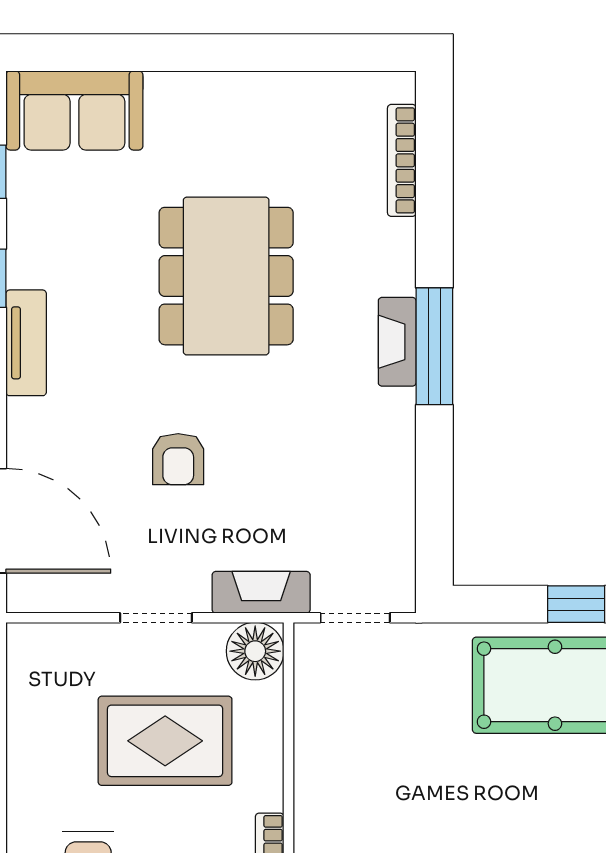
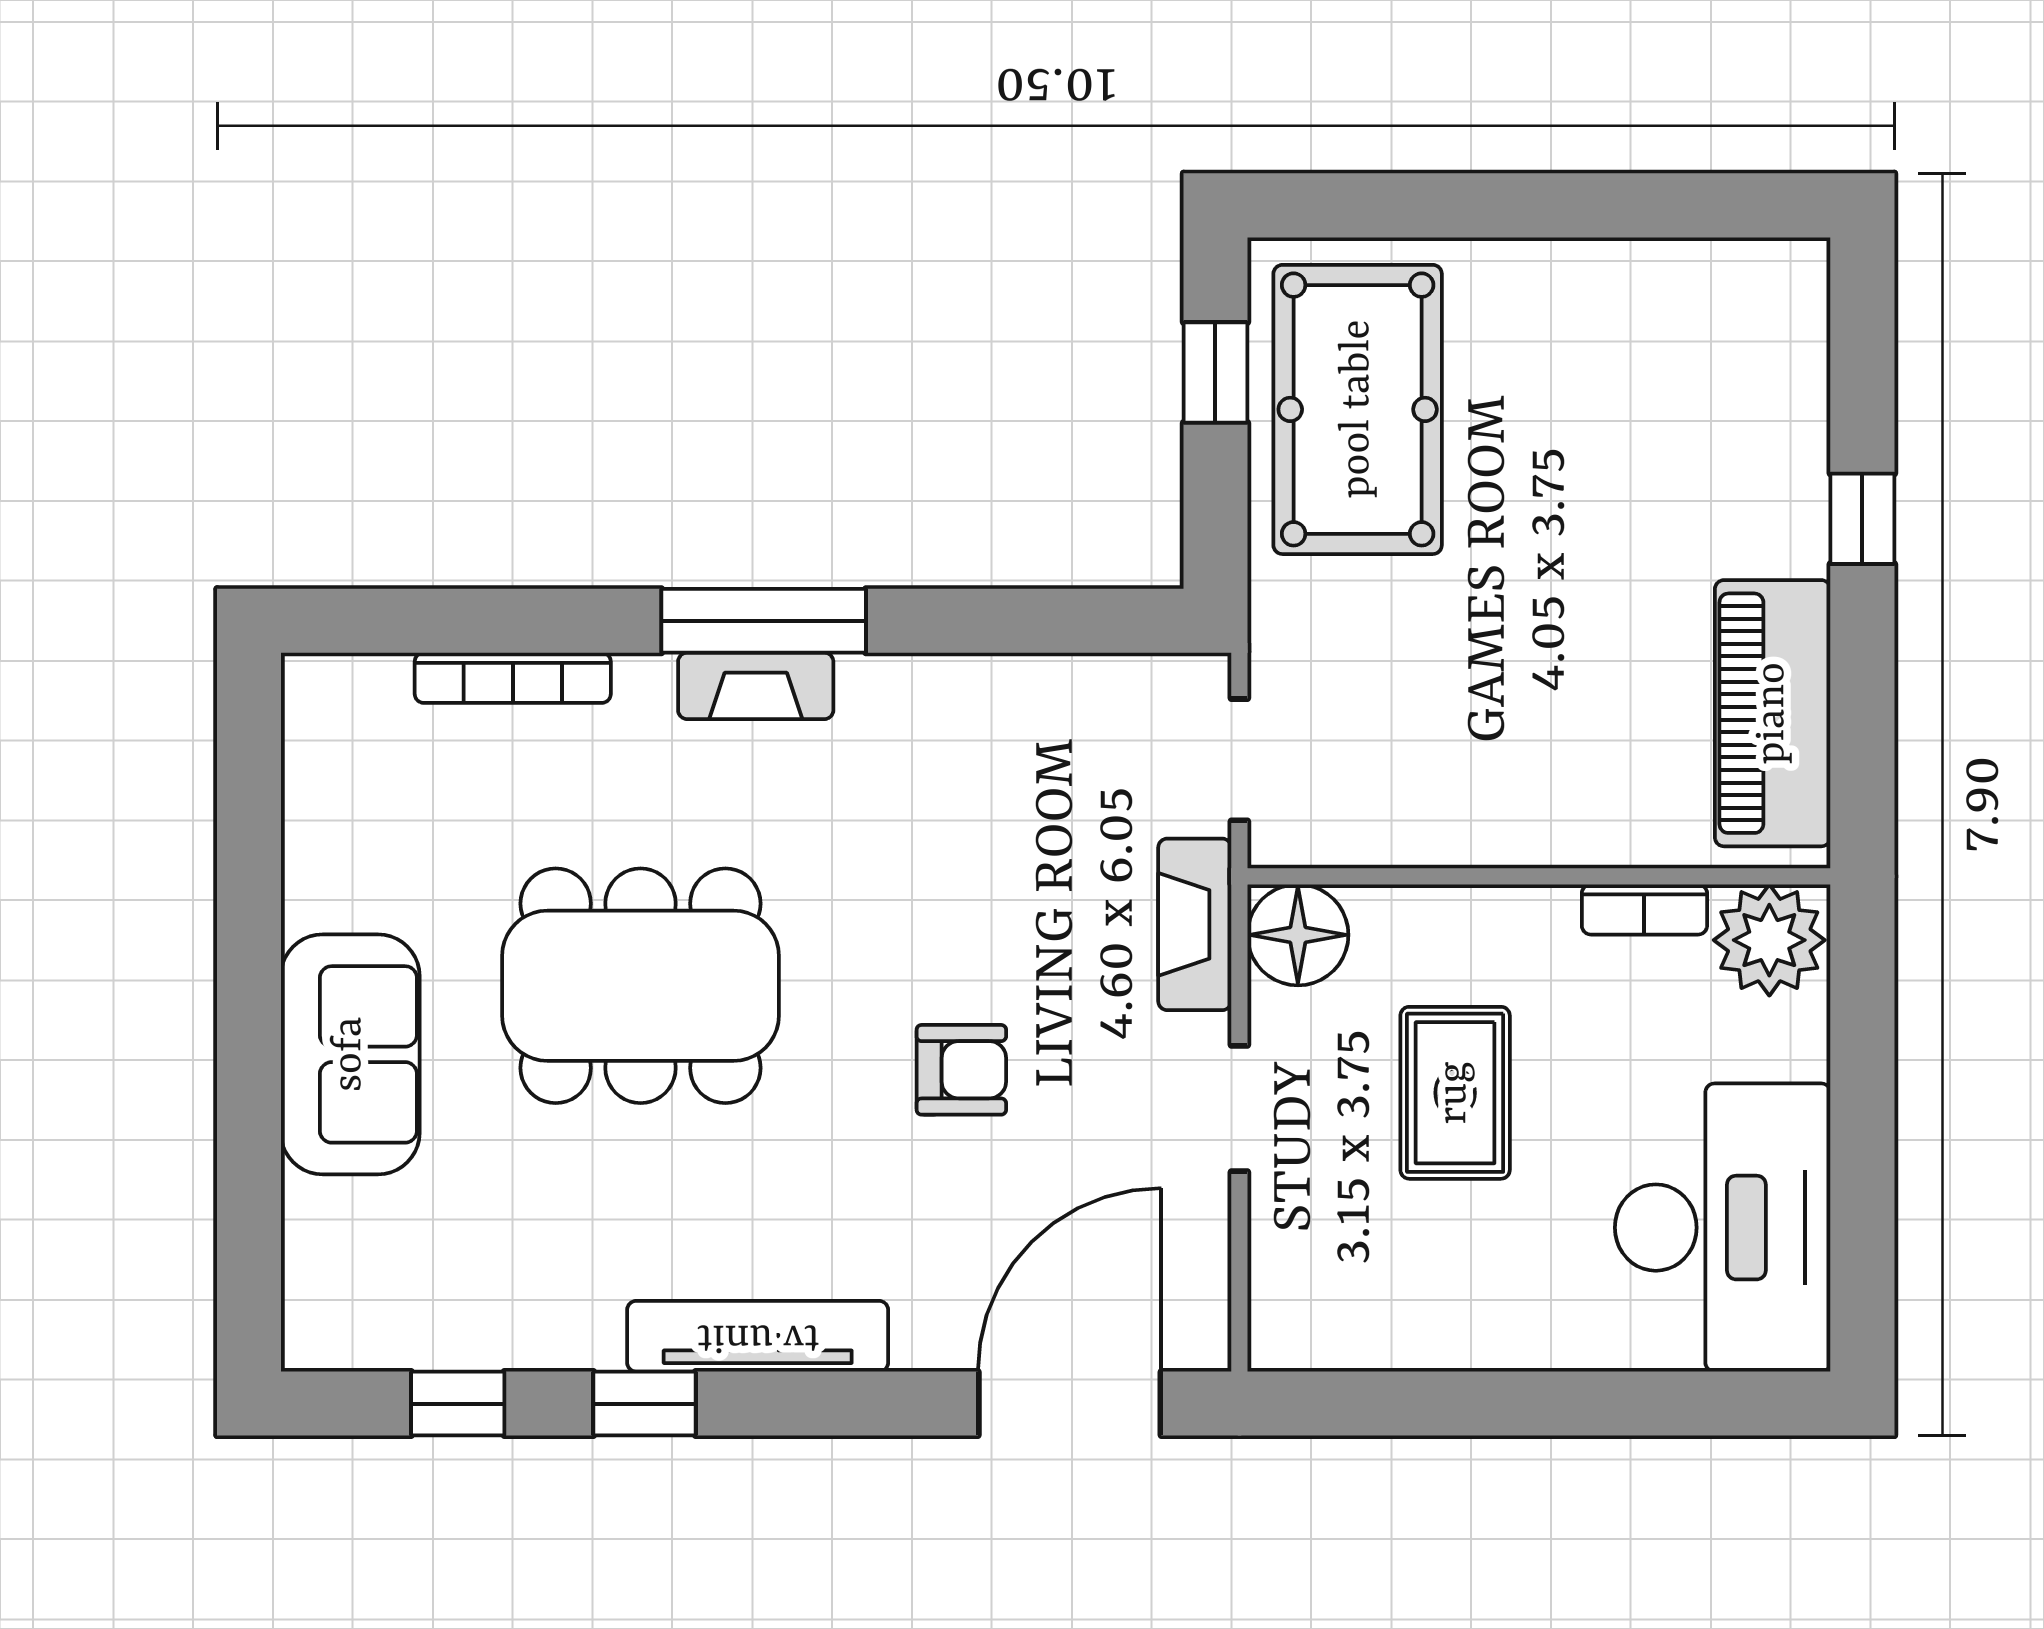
sofa: (74, 110) -> (350, 1054), moved
bookcase: (402, 160) -> (513, 678), moved
tv unit: (26, 343) -> (758, 1336), width x1.41
rug: (165, 741) -> (1455, 1093), width x0.73, depth x0.70

